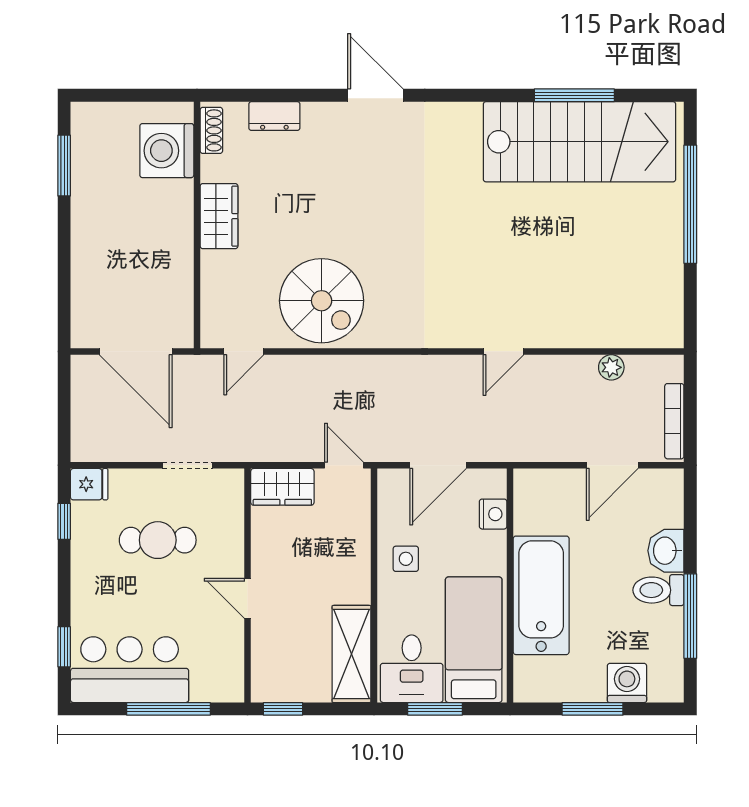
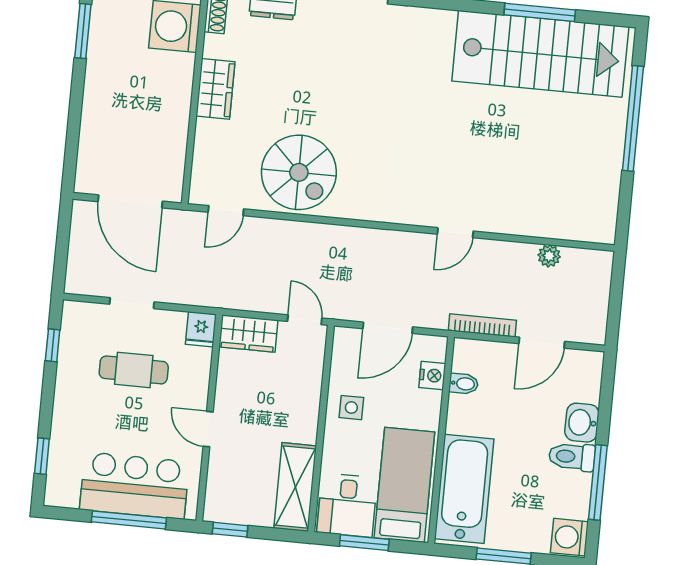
bookcase: (674, 421) -> (482, 325), moved, turned 90
doorway: (188, 465) -> (132, 303), moved
fridge: (89, 484) -> (201, 329), moved, turned 90
bidet: (529, 520) -> (464, 384), added
bathtub: (541, 595) -> (464, 489), moved
bar counter: (130, 670) -> (134, 486), moved
washing machine: (627, 683) -> (569, 537), moved, turned -90

